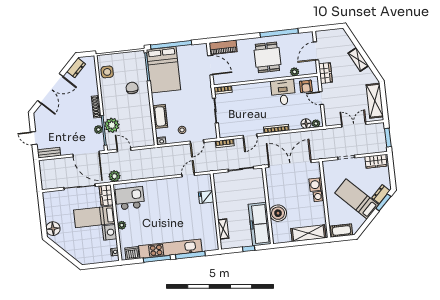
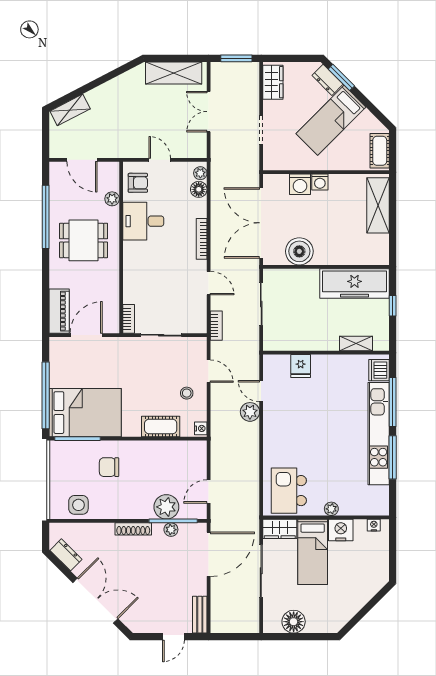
shelving: (358, 59) -> (70, 110), moved
wardrobe: (325, 73) -> (120, 149), removed
door: (321, 98) -> (160, 160), swing flipped
plant: (115, 176) -> (250, 412), moved
boiler: (278, 213) -> (299, 251), moved
floor lamp: (53, 229) -> (294, 622), moved
dishwasher: (132, 253) -> (379, 370), moved

